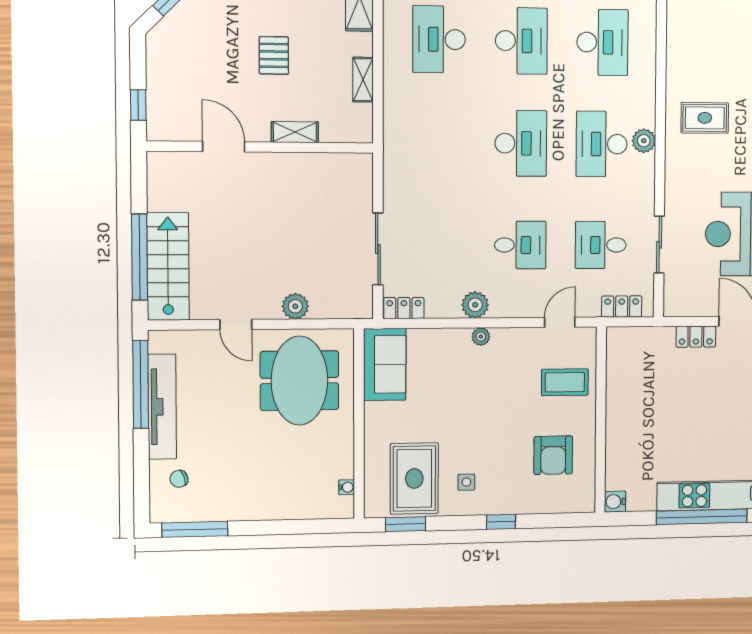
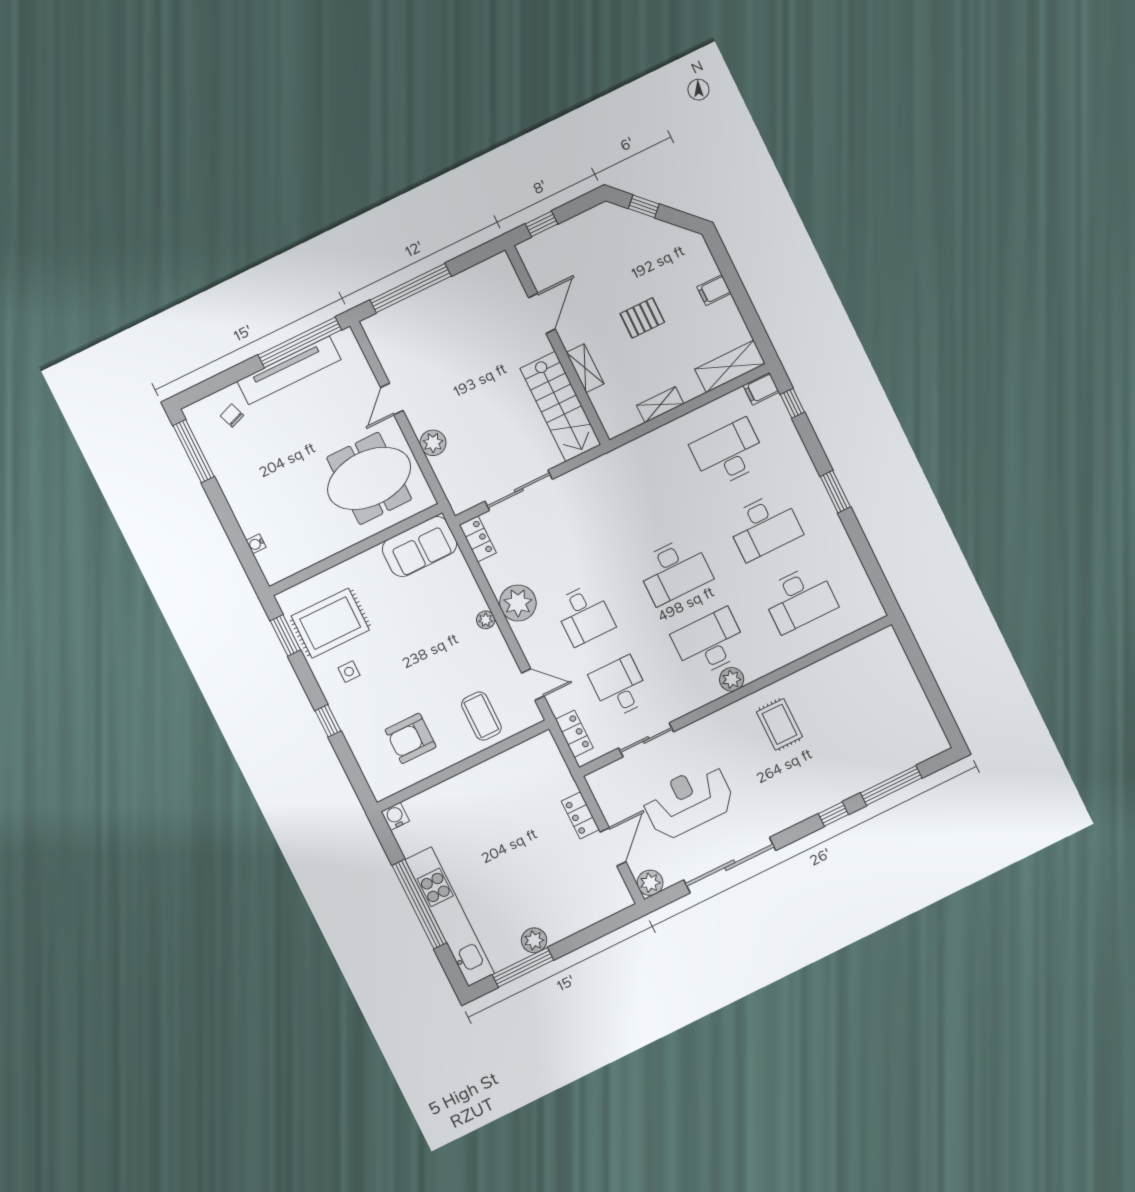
stairs: (168, 267) -> (560, 407), moved, turned 90
plant: (475, 305) -> (518, 603), width x1.36, depth x1.36
water cooler: (347, 487) -> (256, 544), moved, turned 90

